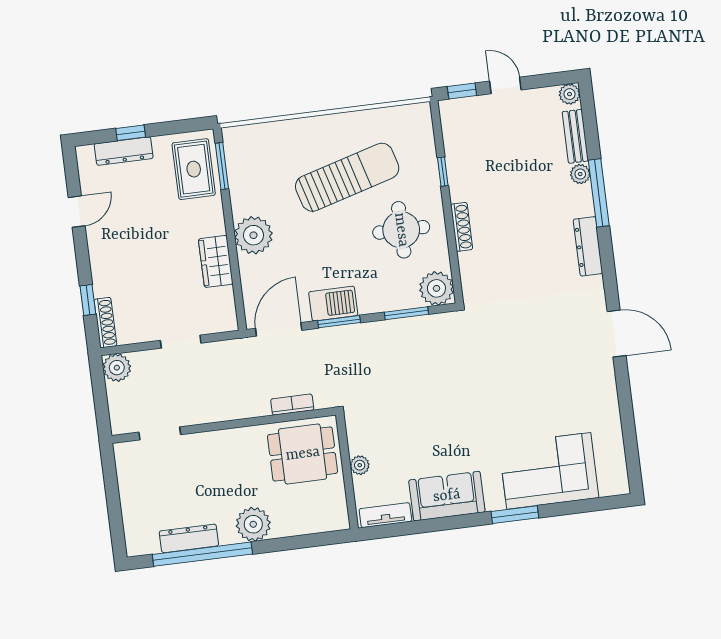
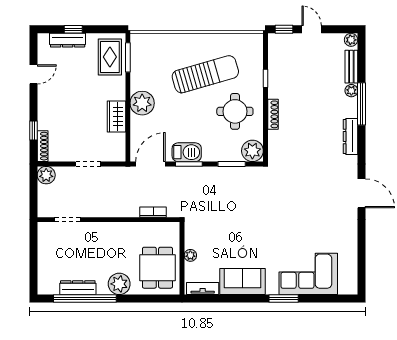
dining table: (303, 454) -> (157, 268), moved, turned 90

